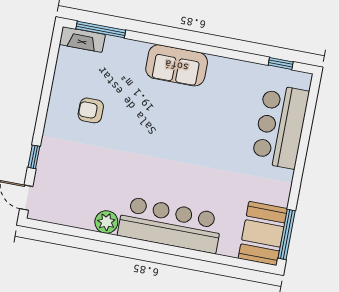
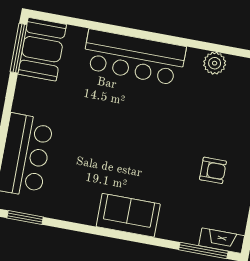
window: (281, 64) -> (25, 217), width x1.50
plant: (106, 222) -> (215, 63), moved

